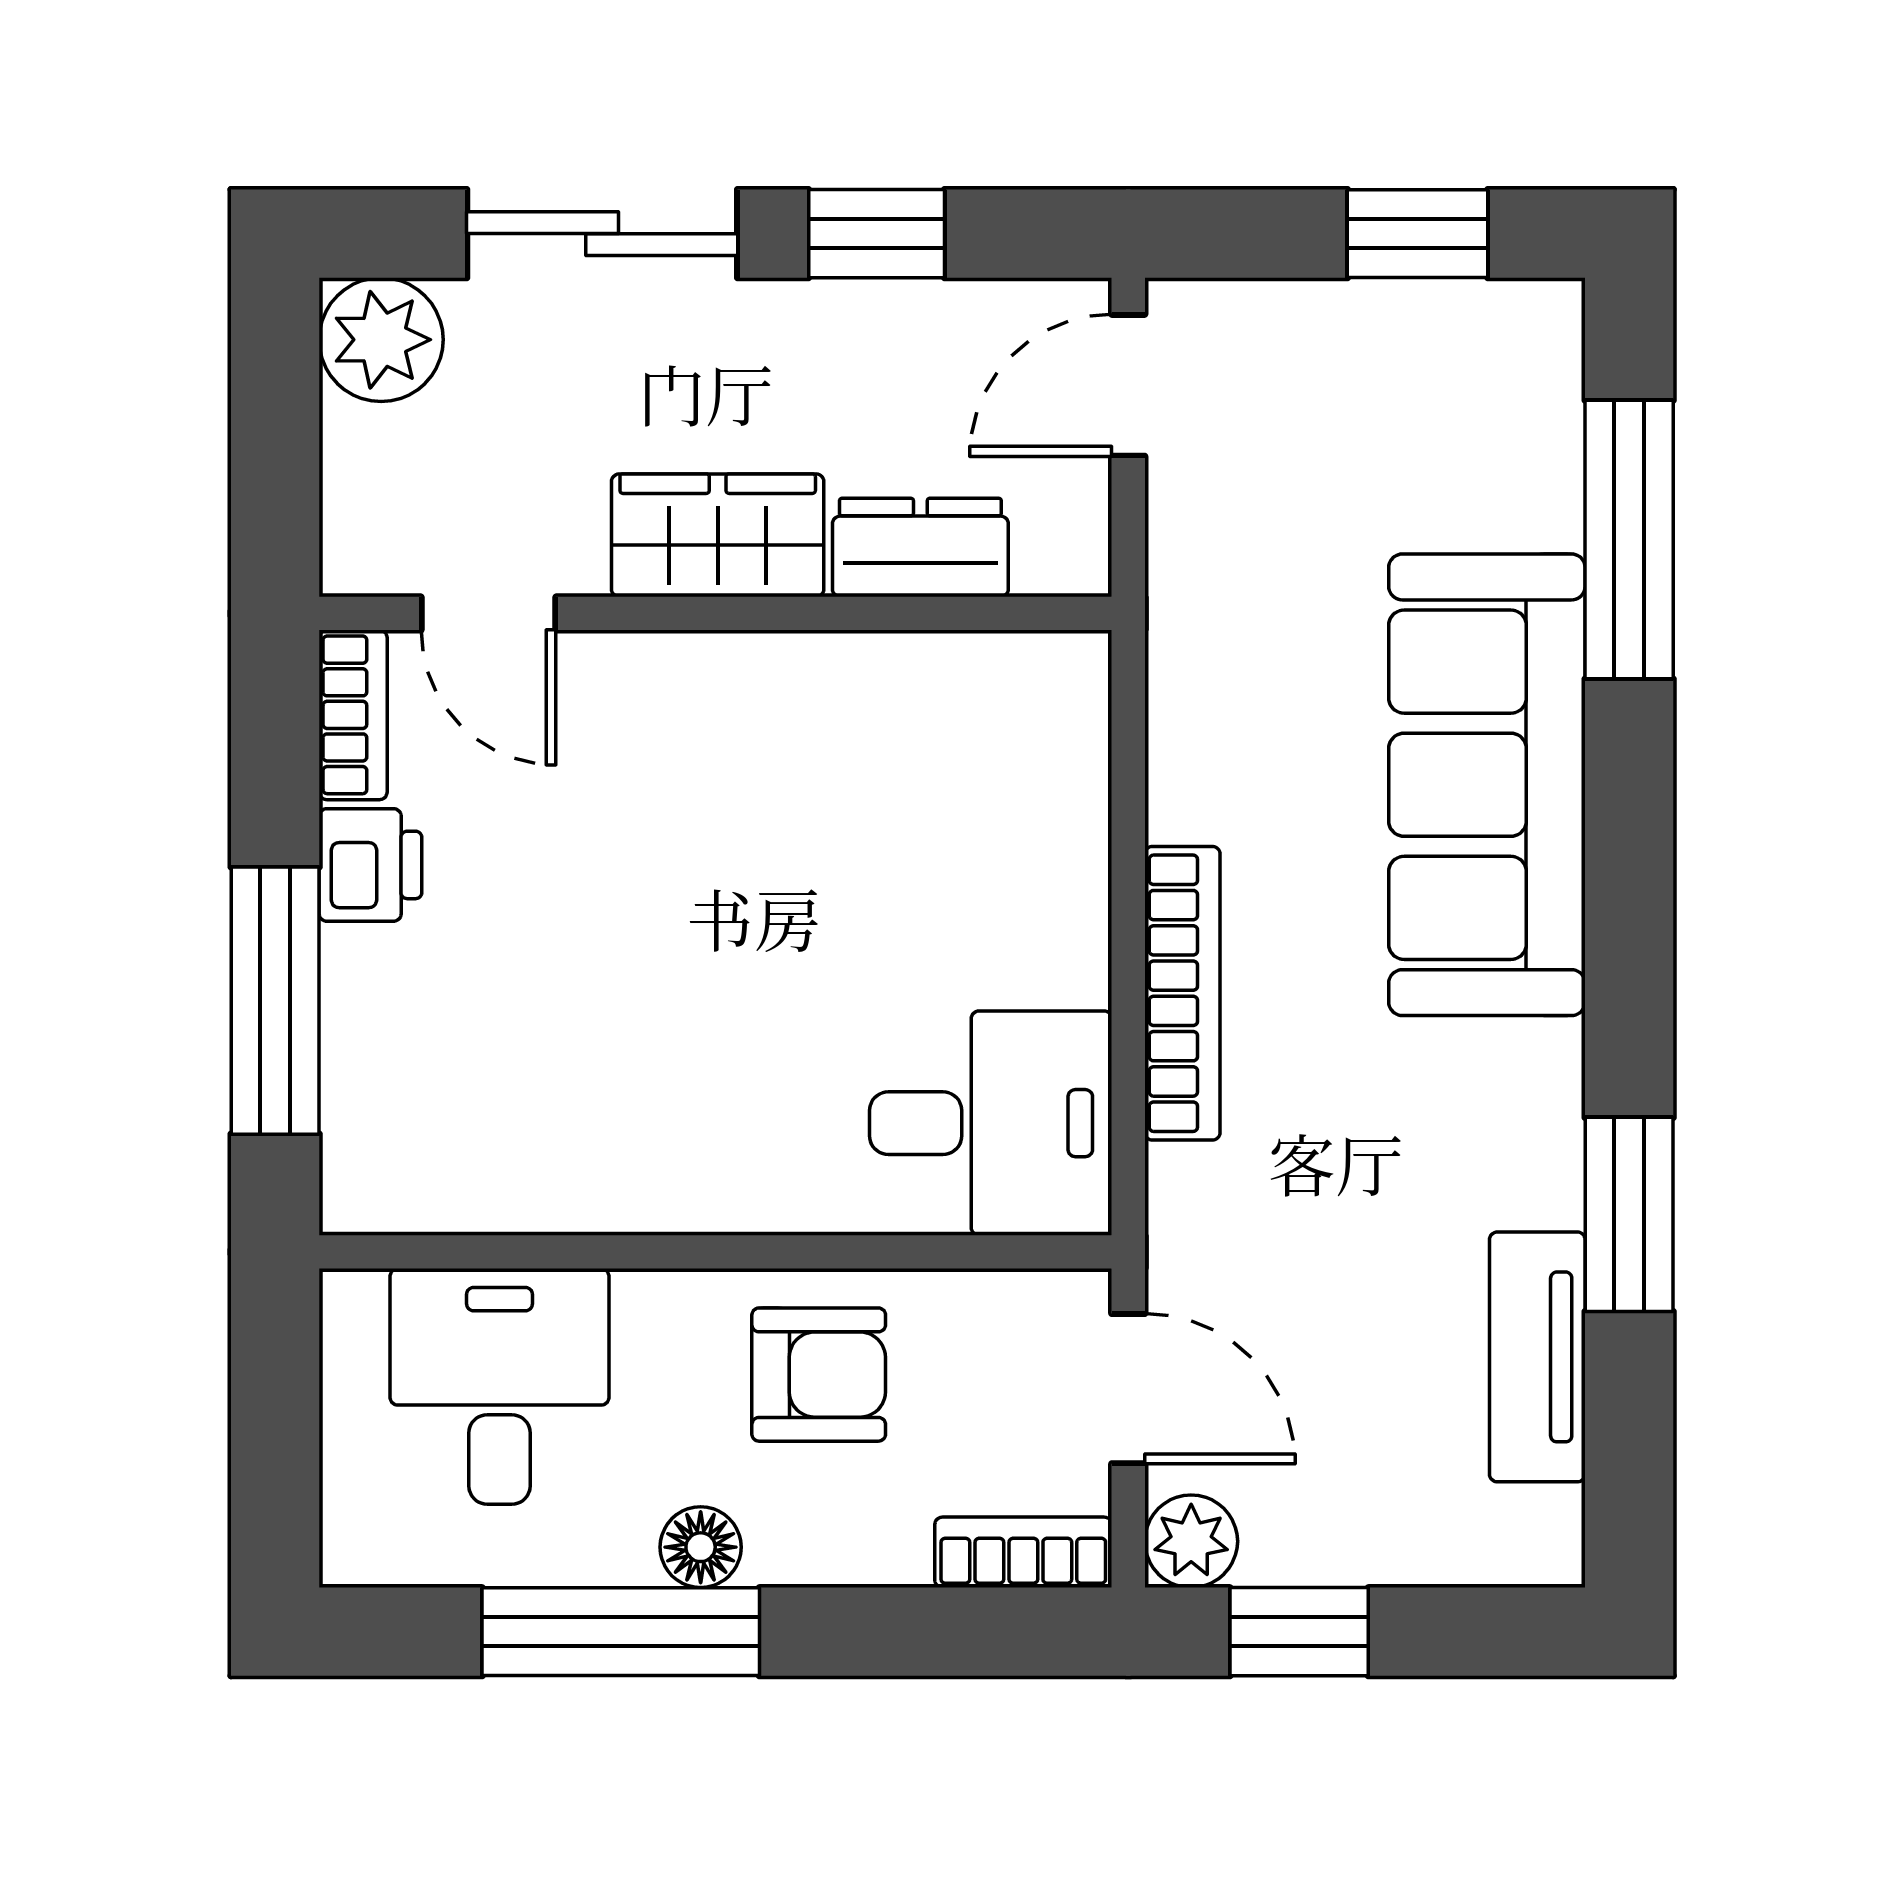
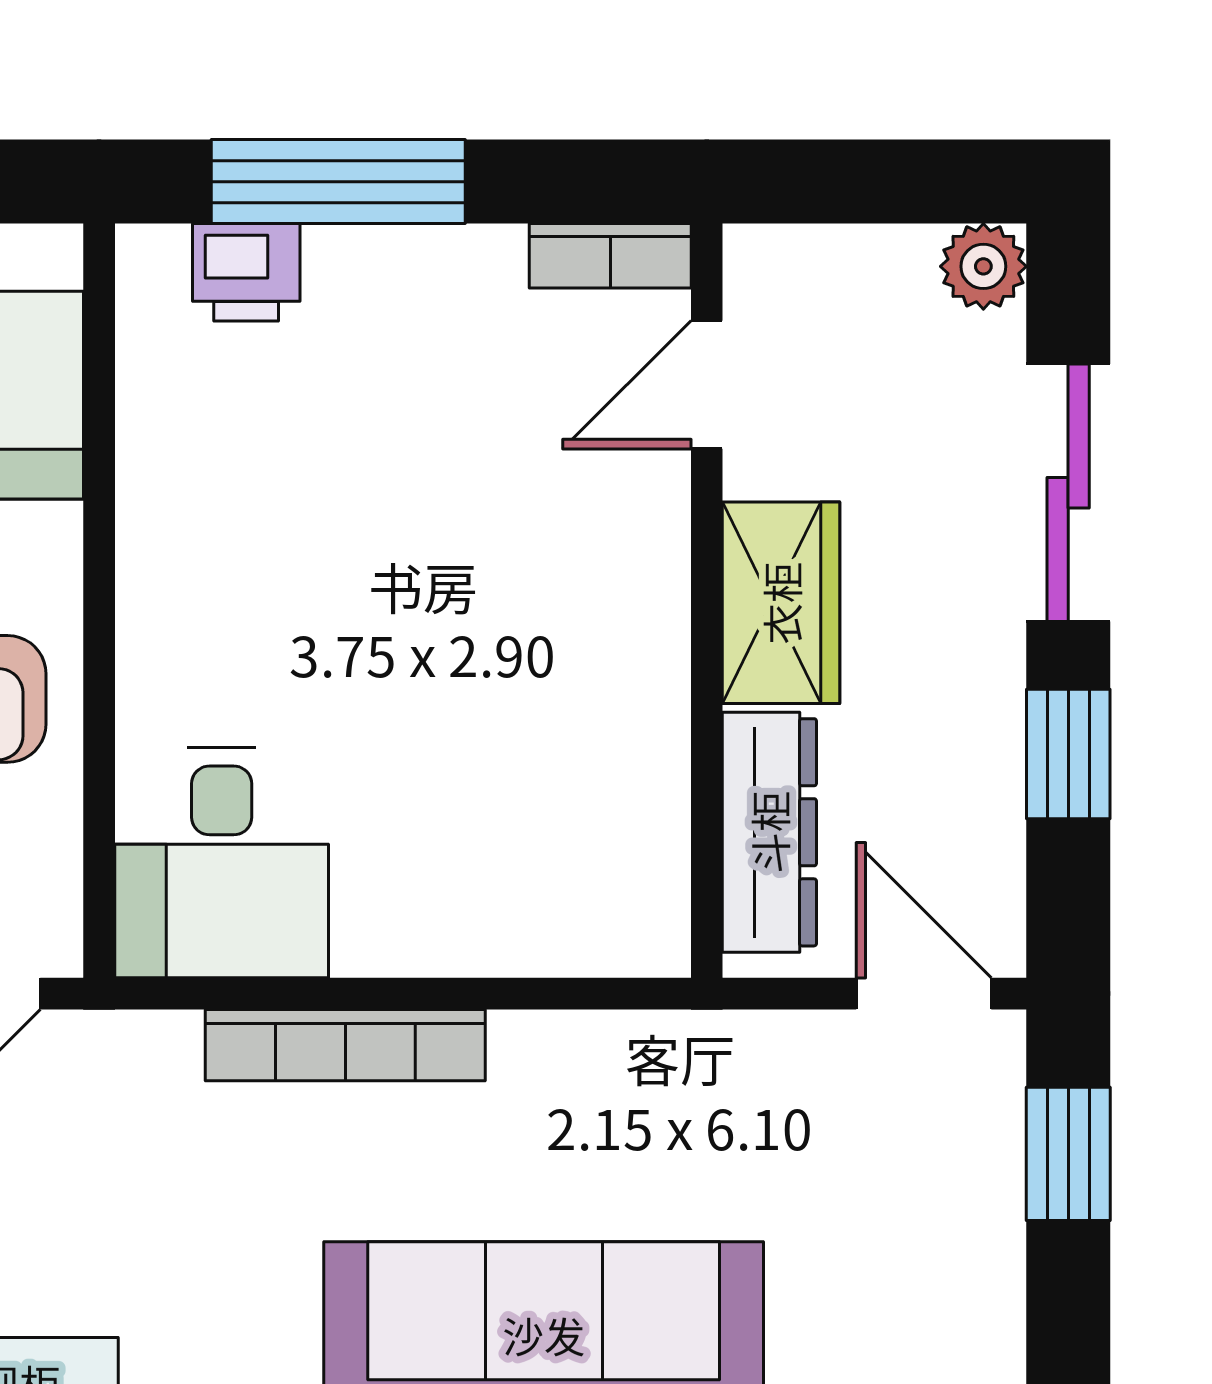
window: (1418, 234) -> (1068, 1154), moved
plant: (381, 340) -> (983, 266), width x0.73, depth x0.73
dresser: (920, 548) -> (769, 832), width x1.44
printer: (370, 865) -> (246, 272), moved

